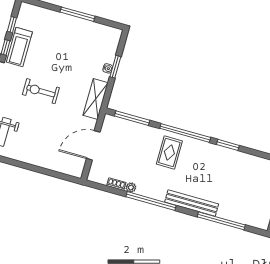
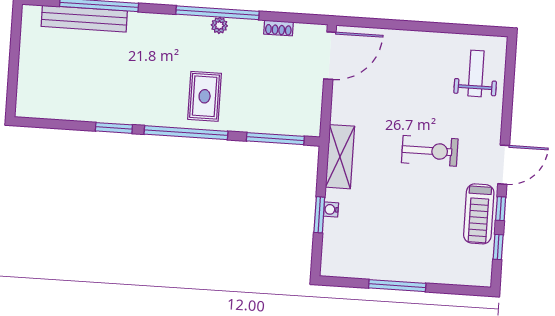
treadmill: (19, 47) -> (479, 214), turned 180
door: (93, 145) -> (330, 56), moved
plant: (131, 187) -> (219, 25), moved
bench: (192, 203) -> (84, 19), moved

